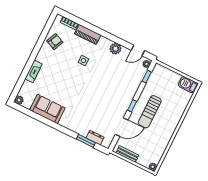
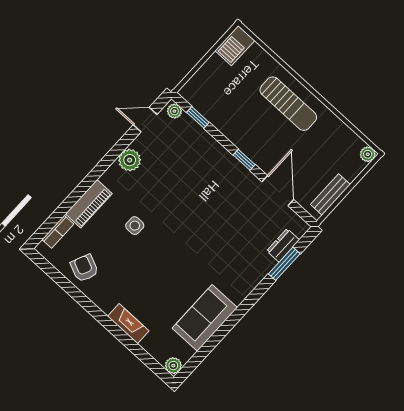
door: (138, 50) -> (145, 120), swing flipped
sun lounger: (150, 112) -> (288, 104), moved

